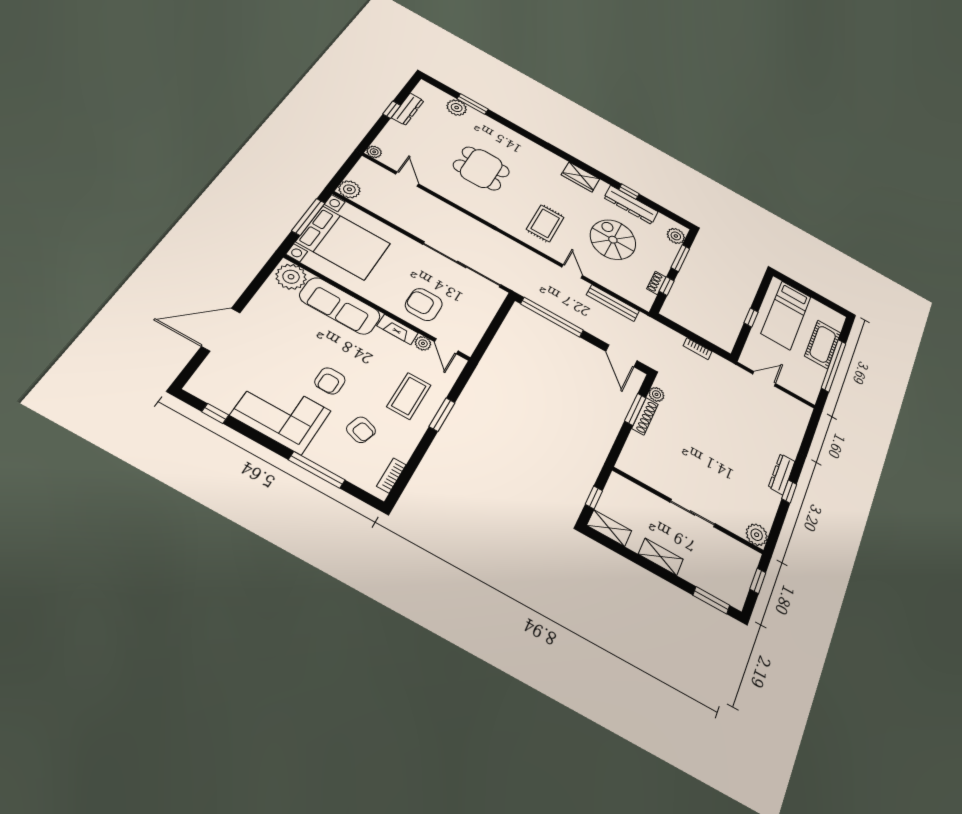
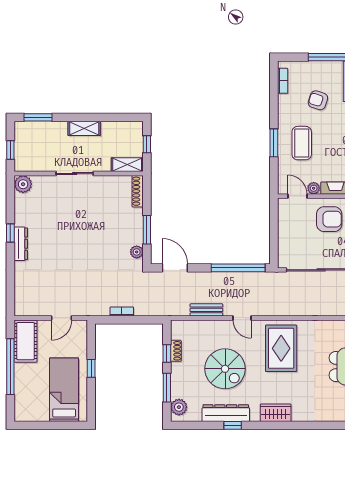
rug: (545, 223) -> (281, 348), width x1.36, depth x1.43
bench: (613, 303) -> (206, 310), width x0.73
cot: (823, 344) -> (26, 341), moved
shoe rack: (645, 416) -> (138, 191), moved
shelving: (609, 528) -> (127, 165), moved

